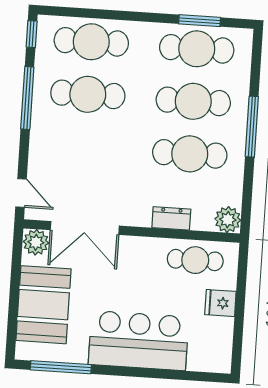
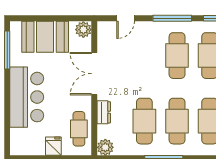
door: (21, 193) -> (126, 18), moved
double door: (85, 228) -> (94, 74), moved

